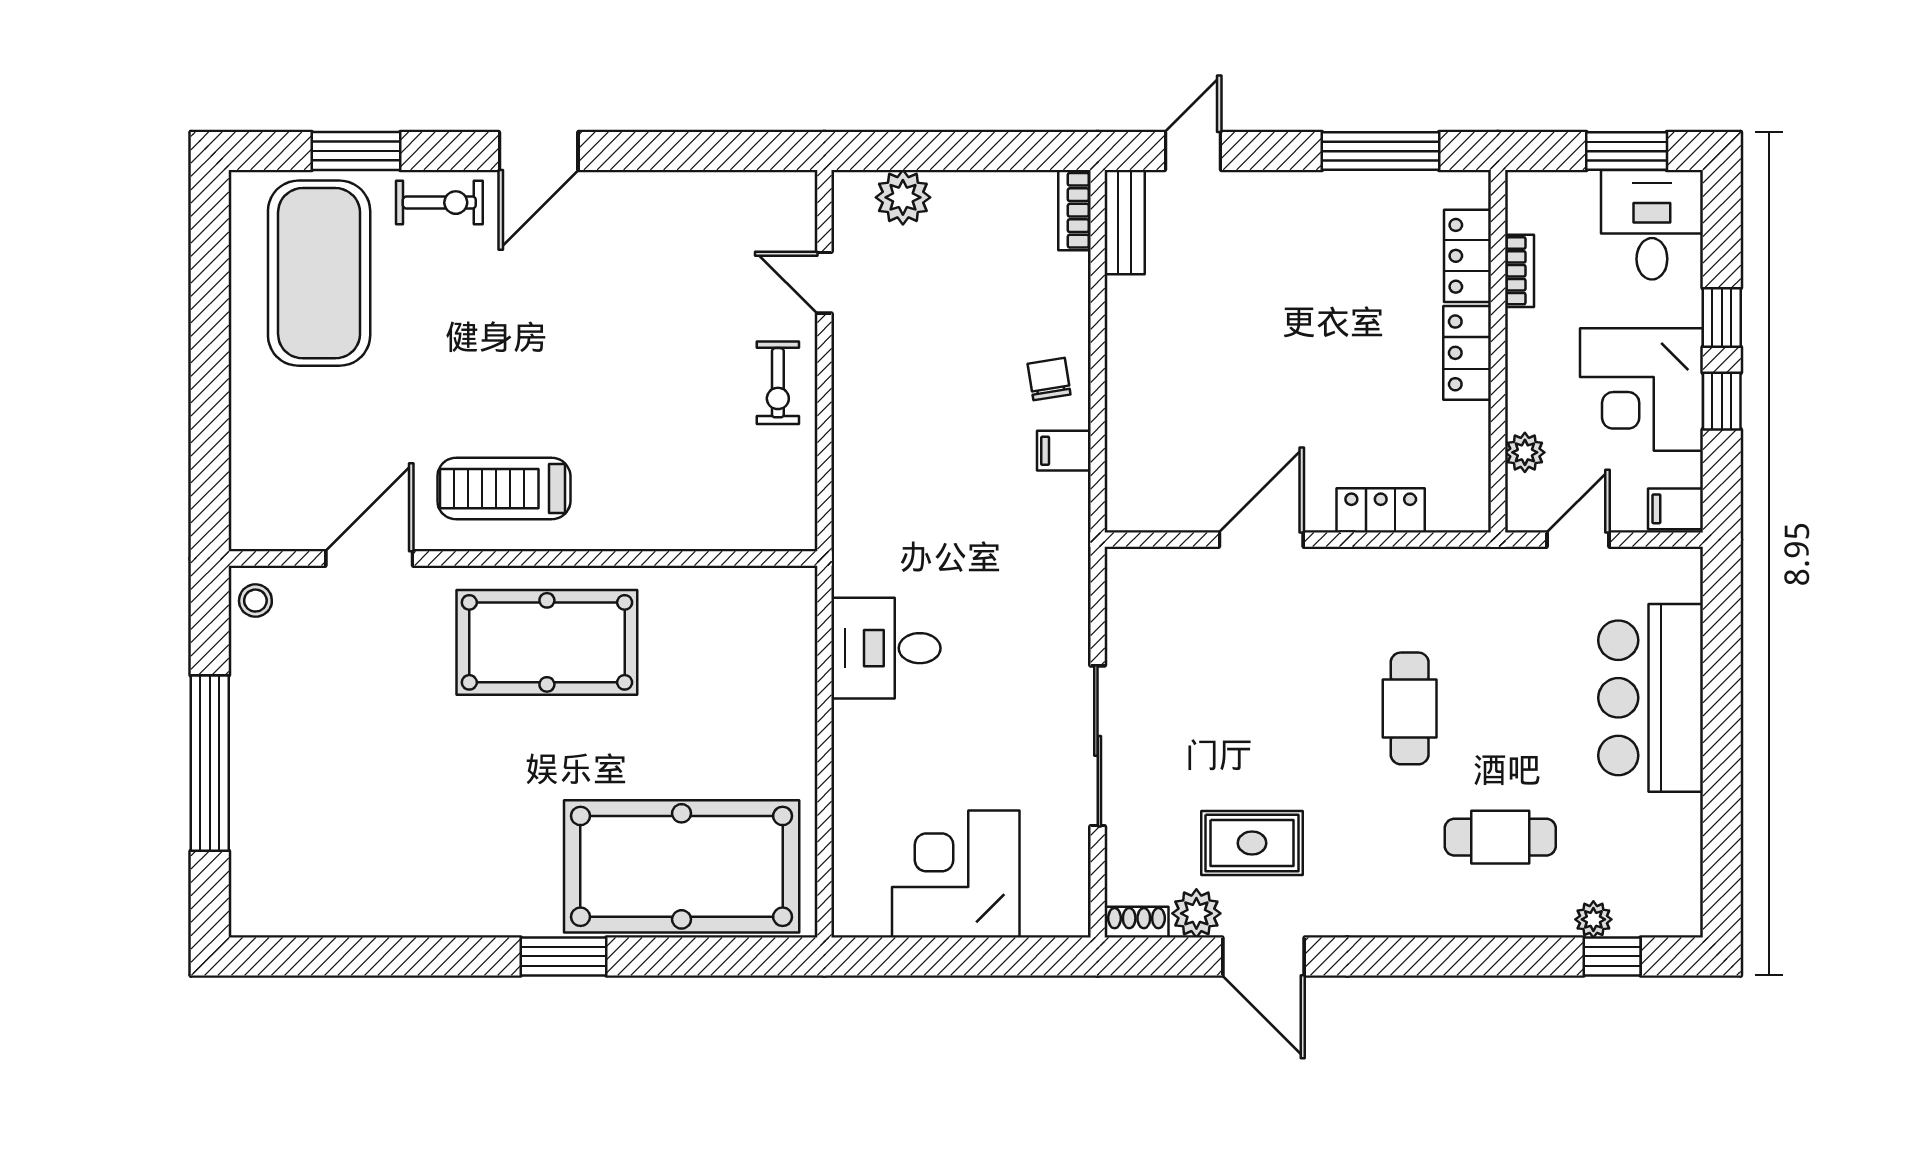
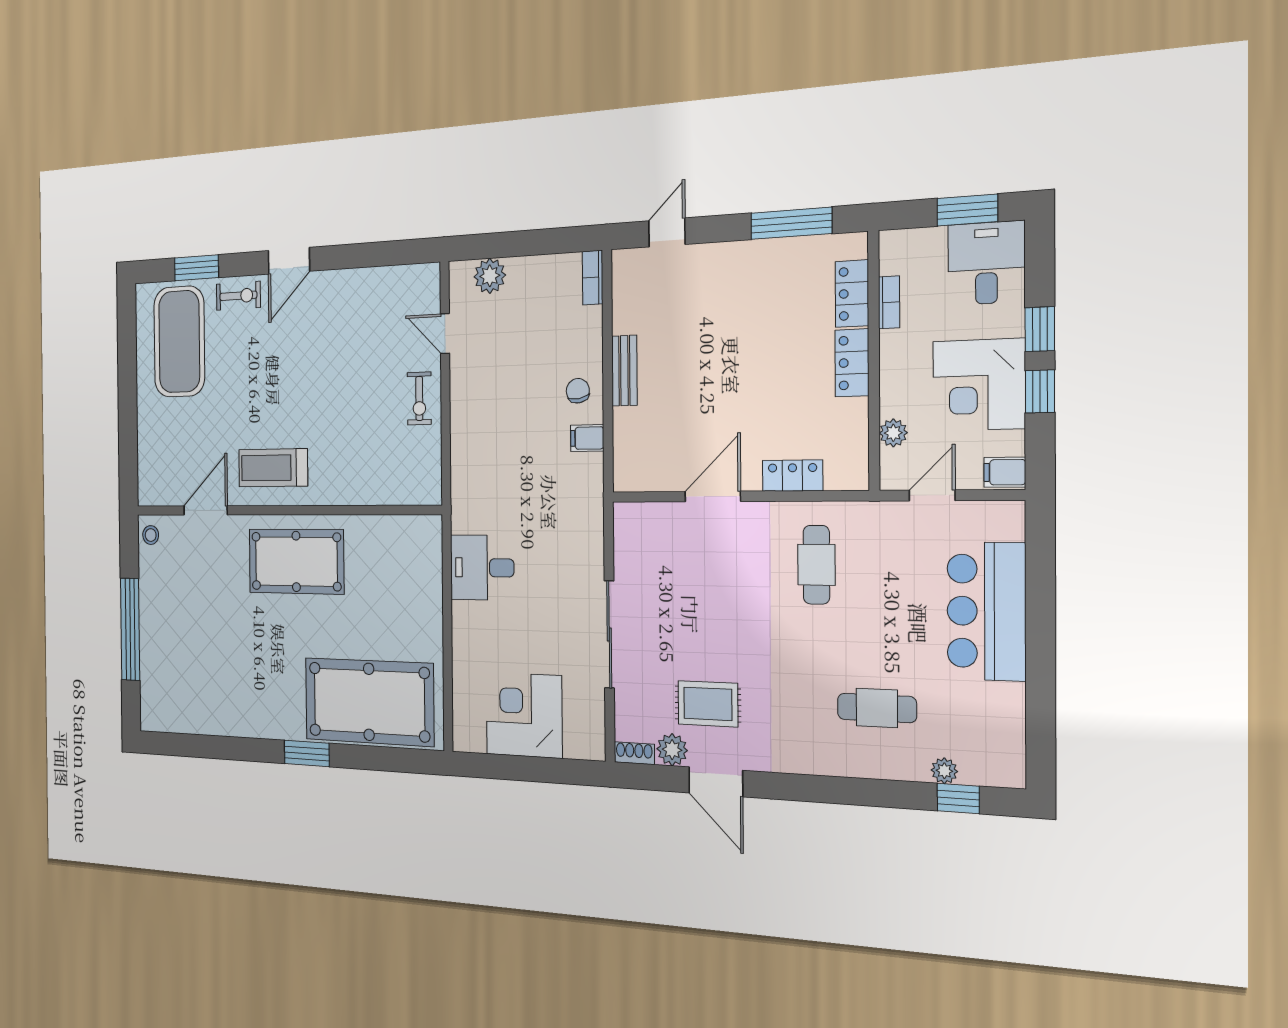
bench: (1125, 222) -> (624, 371), moved
cafe table: (1410, 708) -> (816, 565), moved

